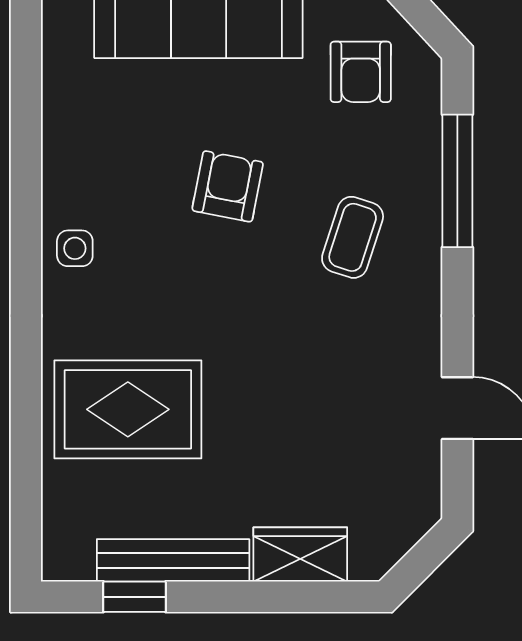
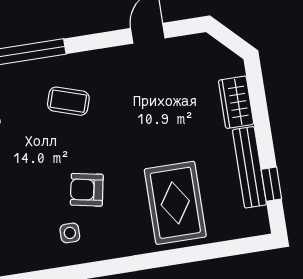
armchair: (228, 186) -> (87, 190), moved
side table: (75, 248) -> (70, 233), moved

